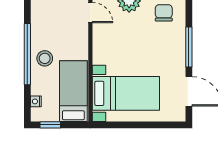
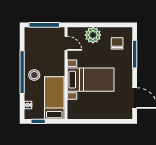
window: (189, 47) -> (135, 54), moved
bed with nightstands: (126, 93) -> (91, 80), moved

